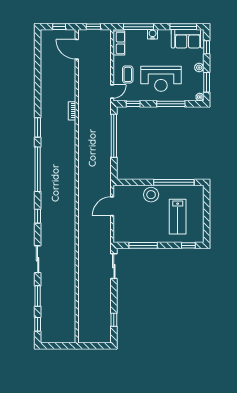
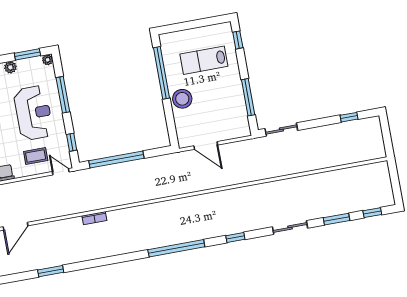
window: (38, 127) -> (51, 271), moved
lab bench: (178, 217) -> (204, 60), turned 180

